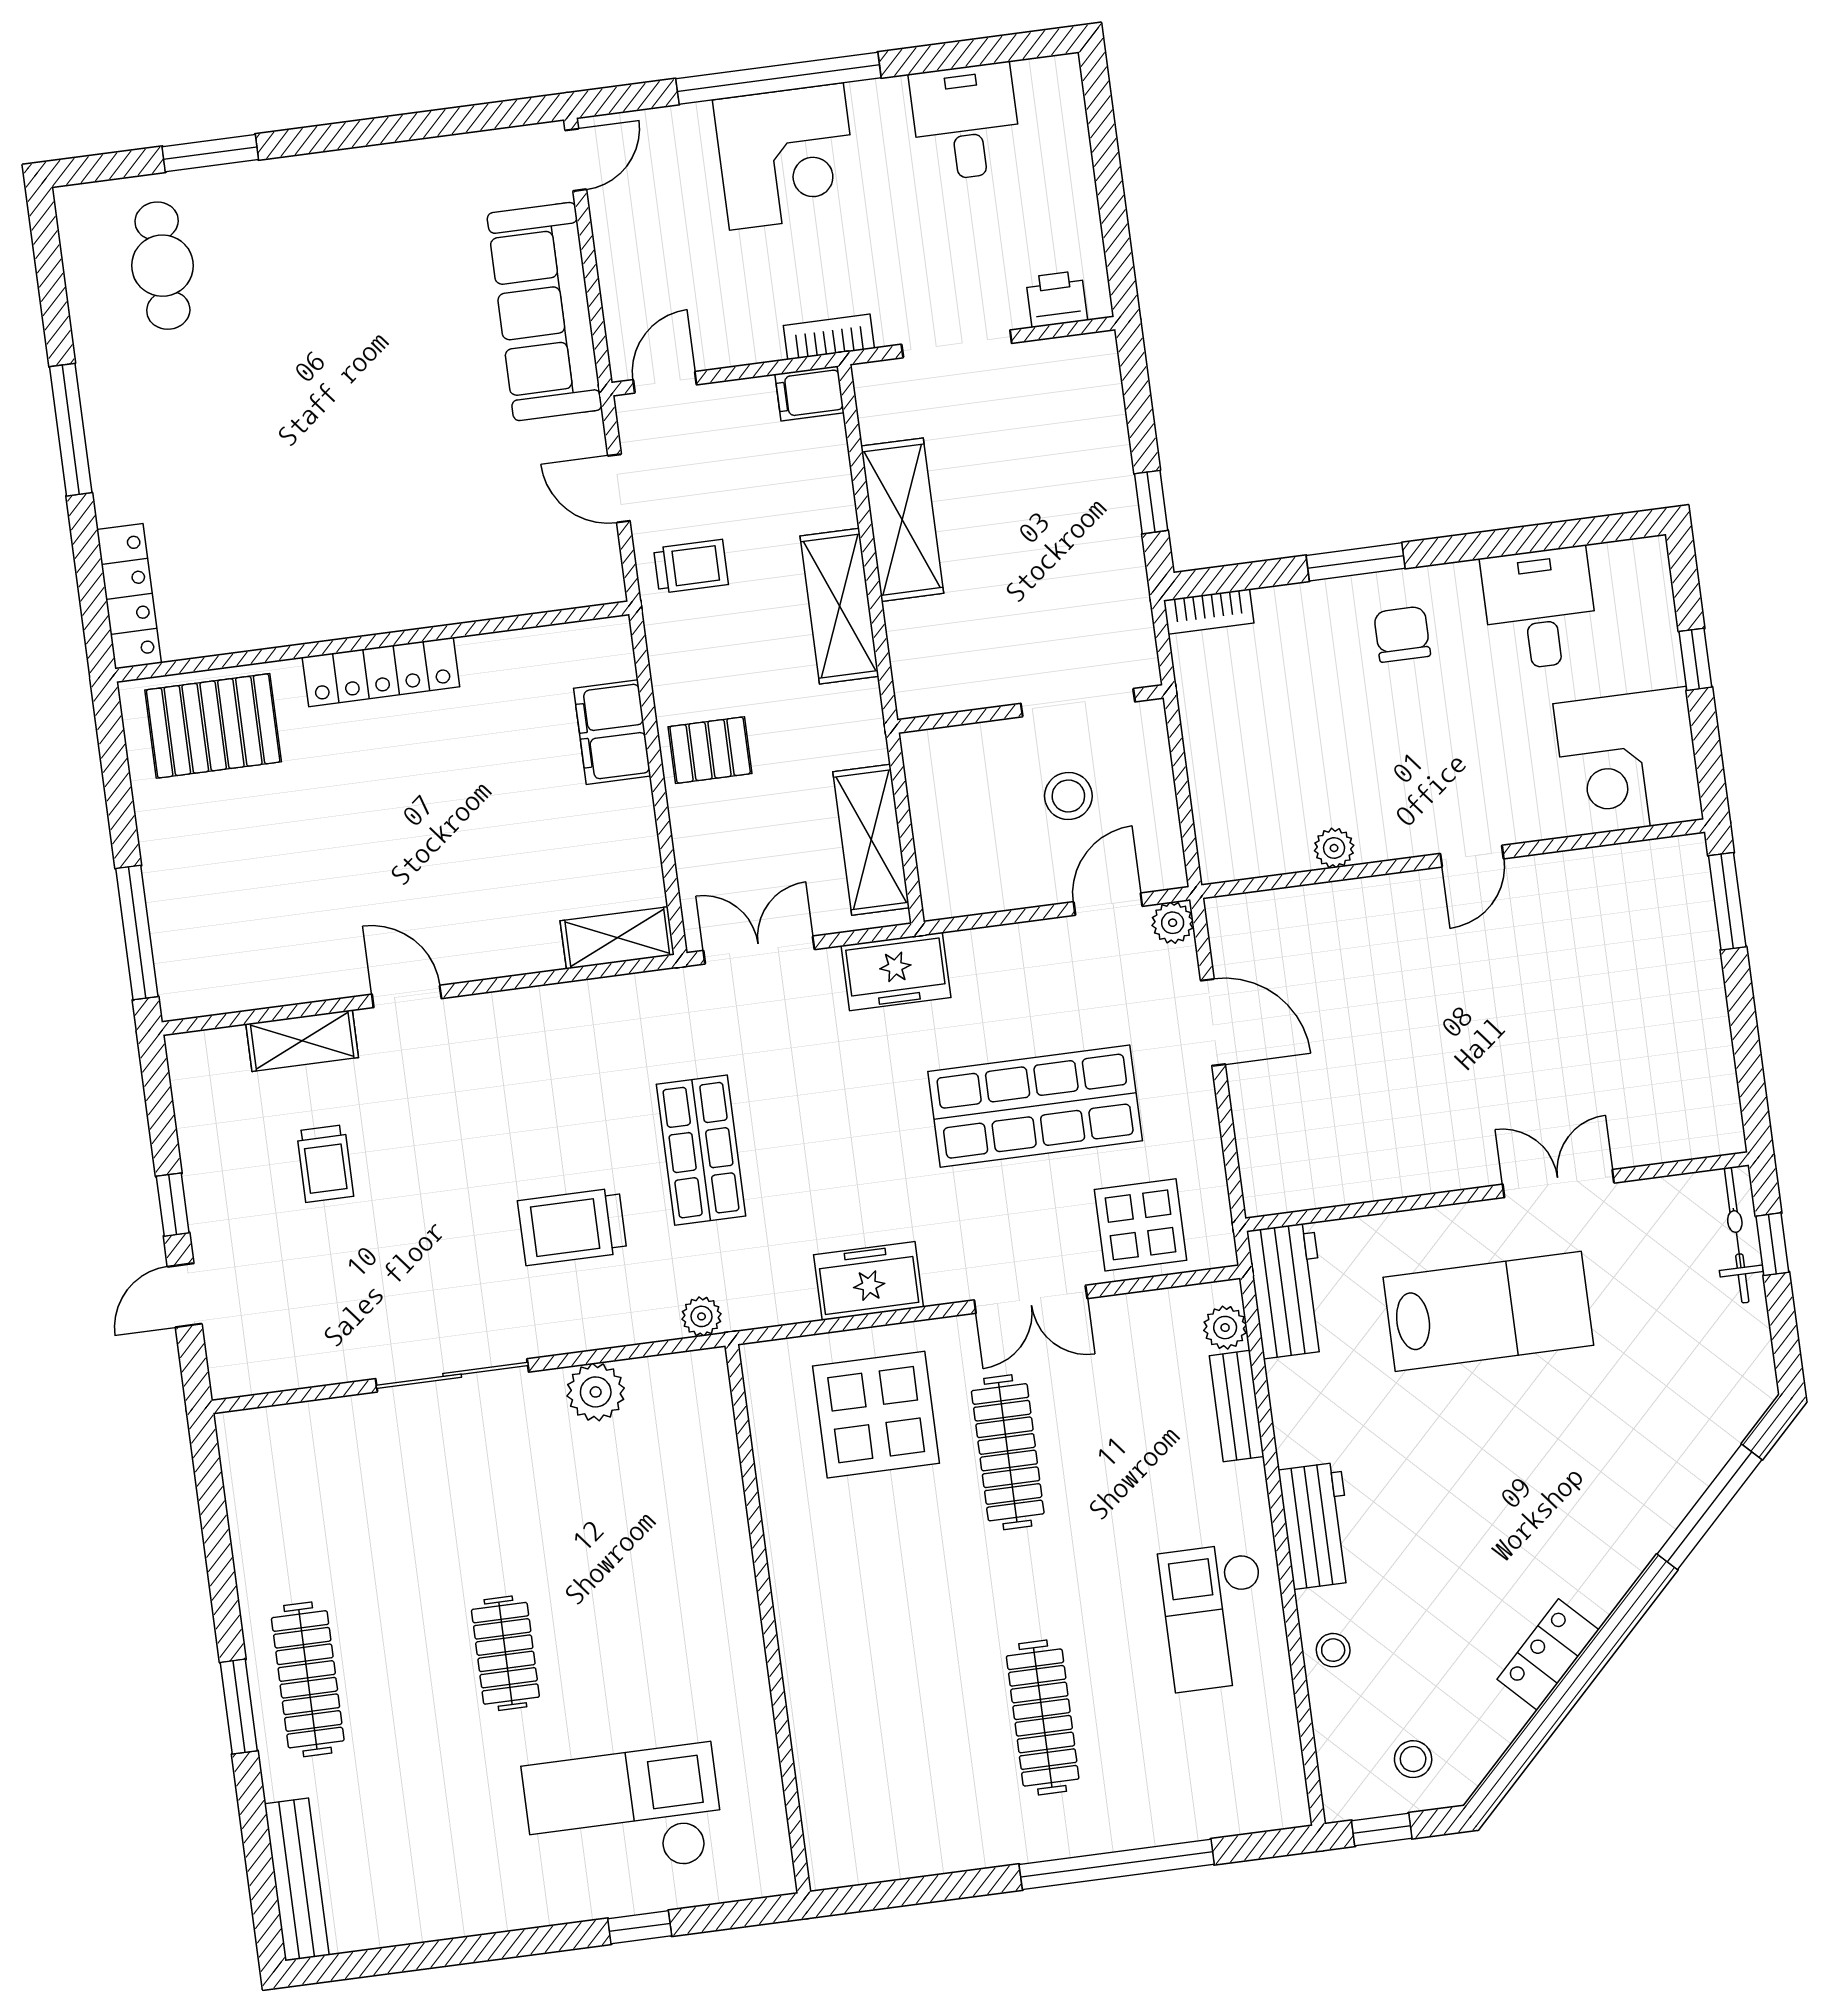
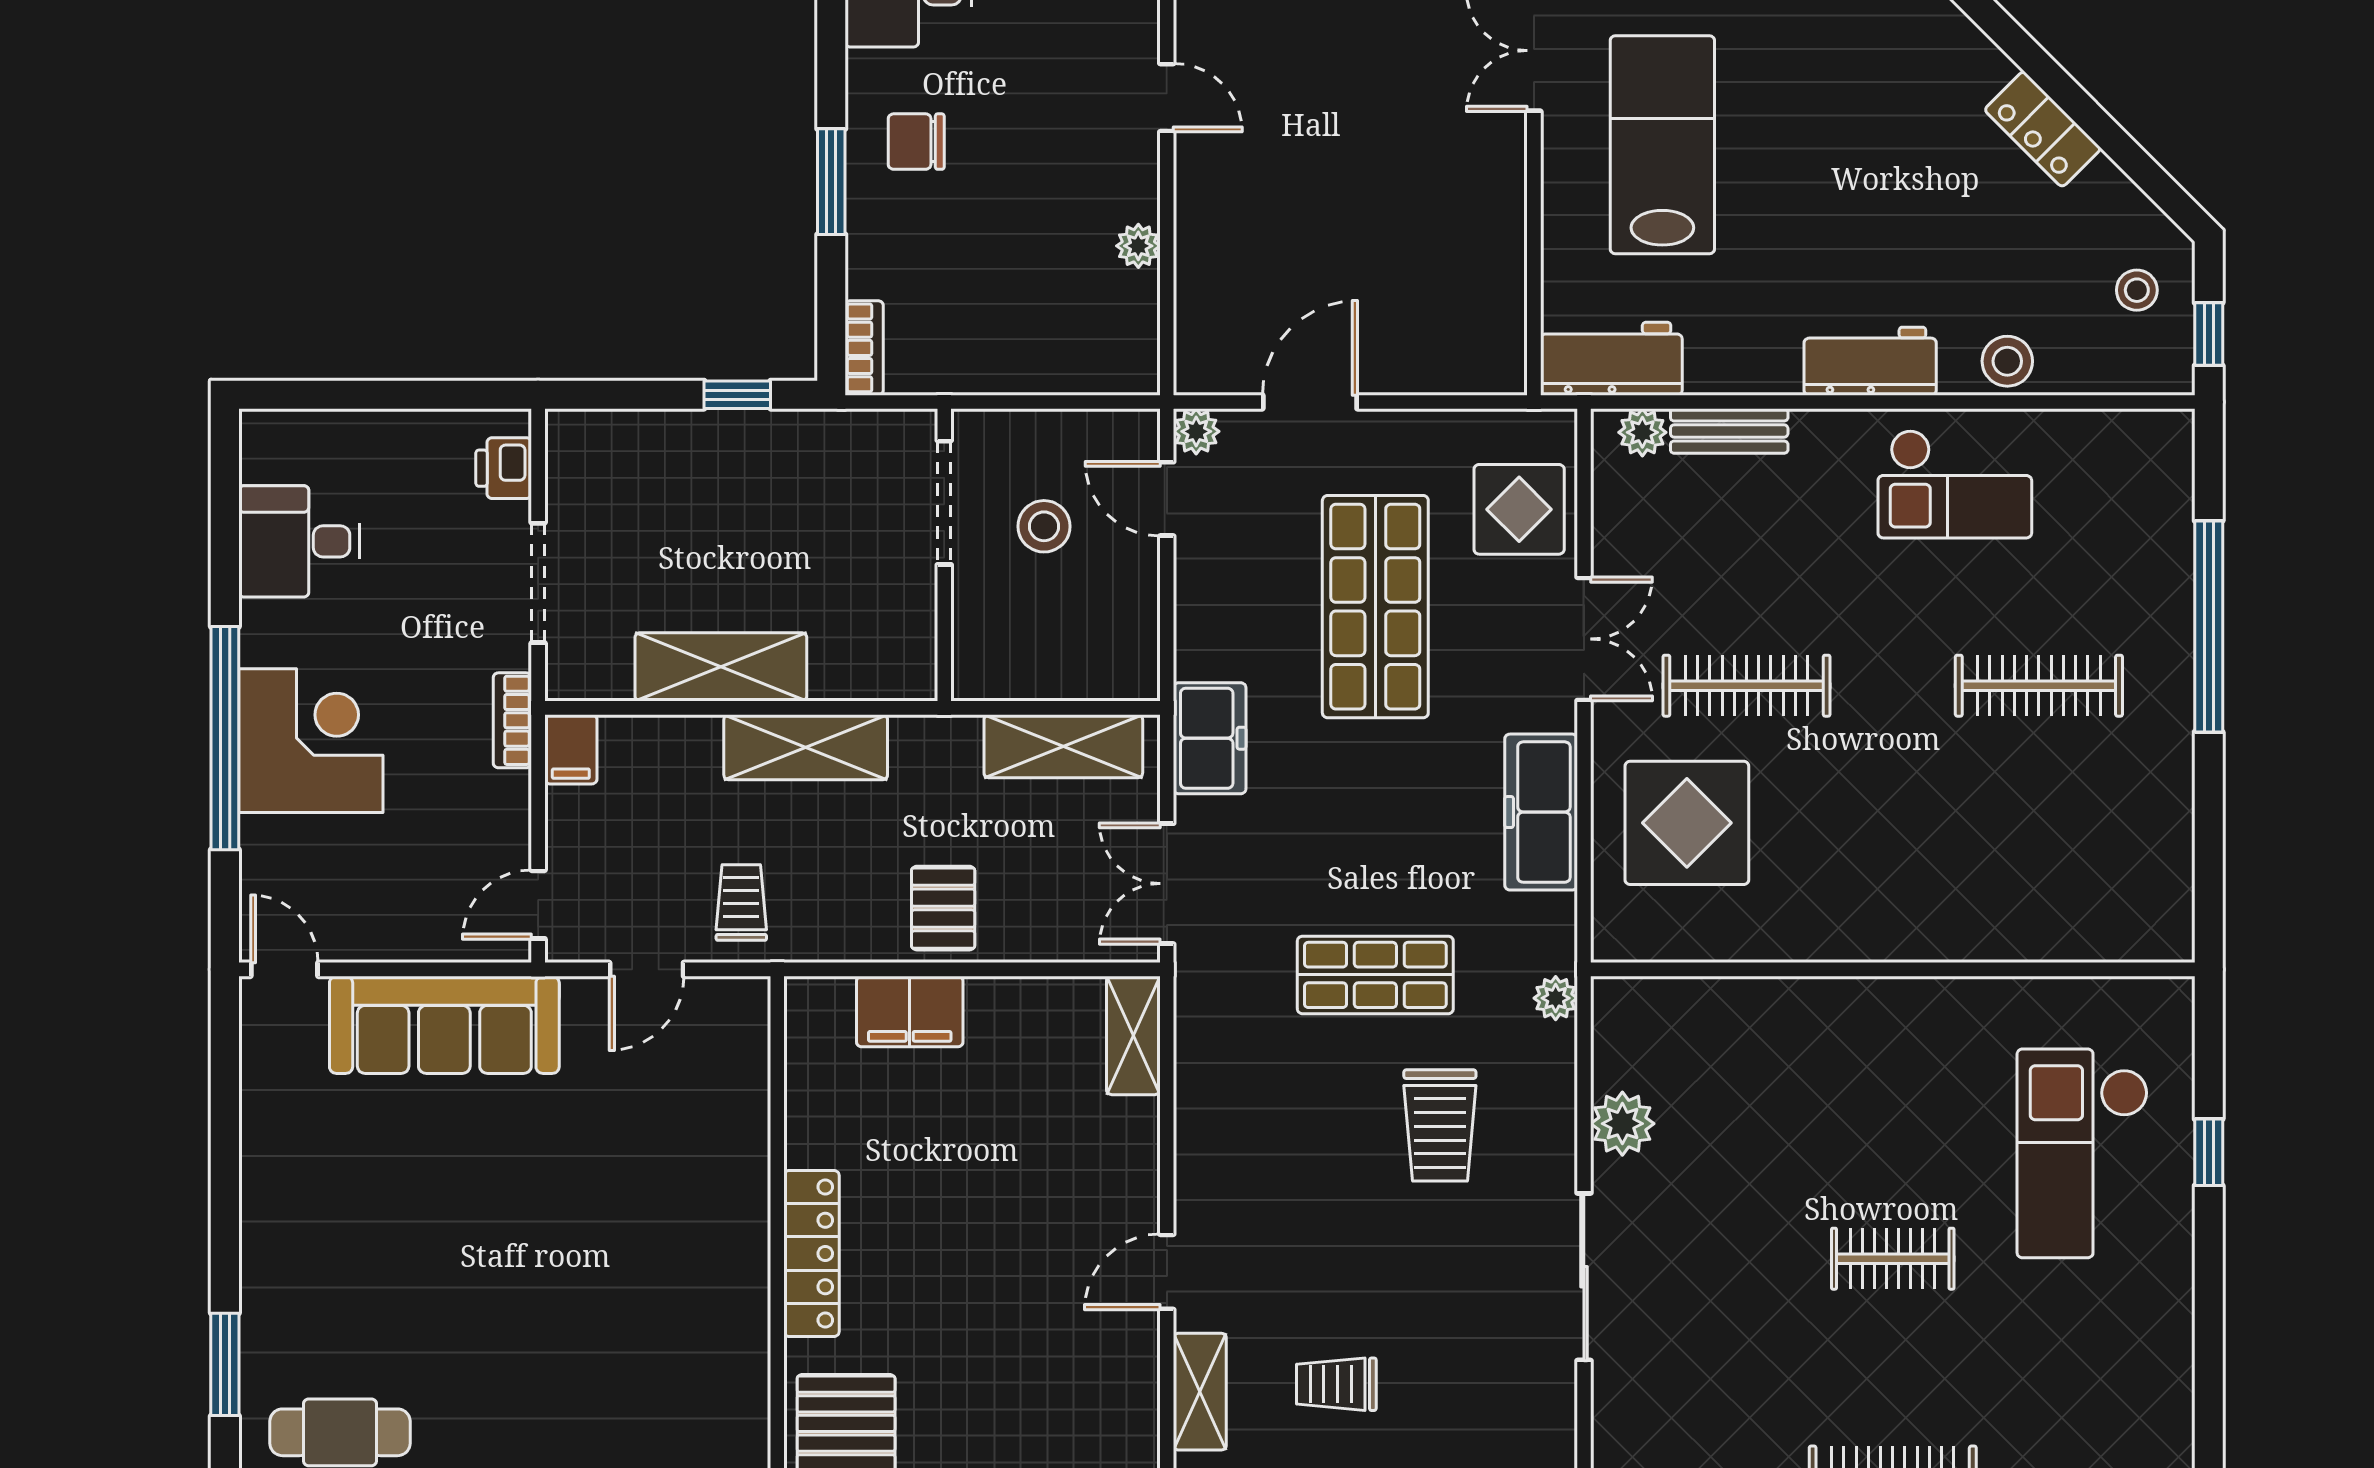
door: (665, 382) -> (538, 905), hinge flipped
trolley: (325, 1164) -> (1336, 1384), turned 180
freezer: (869, 1281) -> (1541, 812), width x1.40
stool: (1333, 1650) -> (2007, 361), width x1.37, depth x1.37

